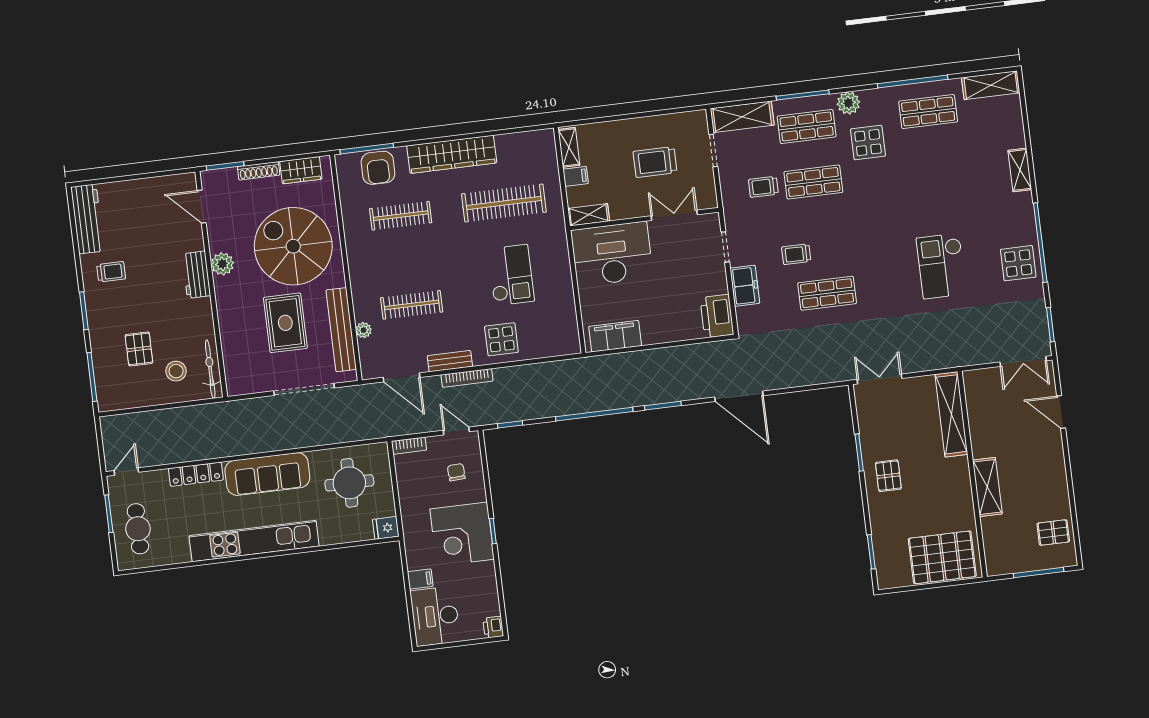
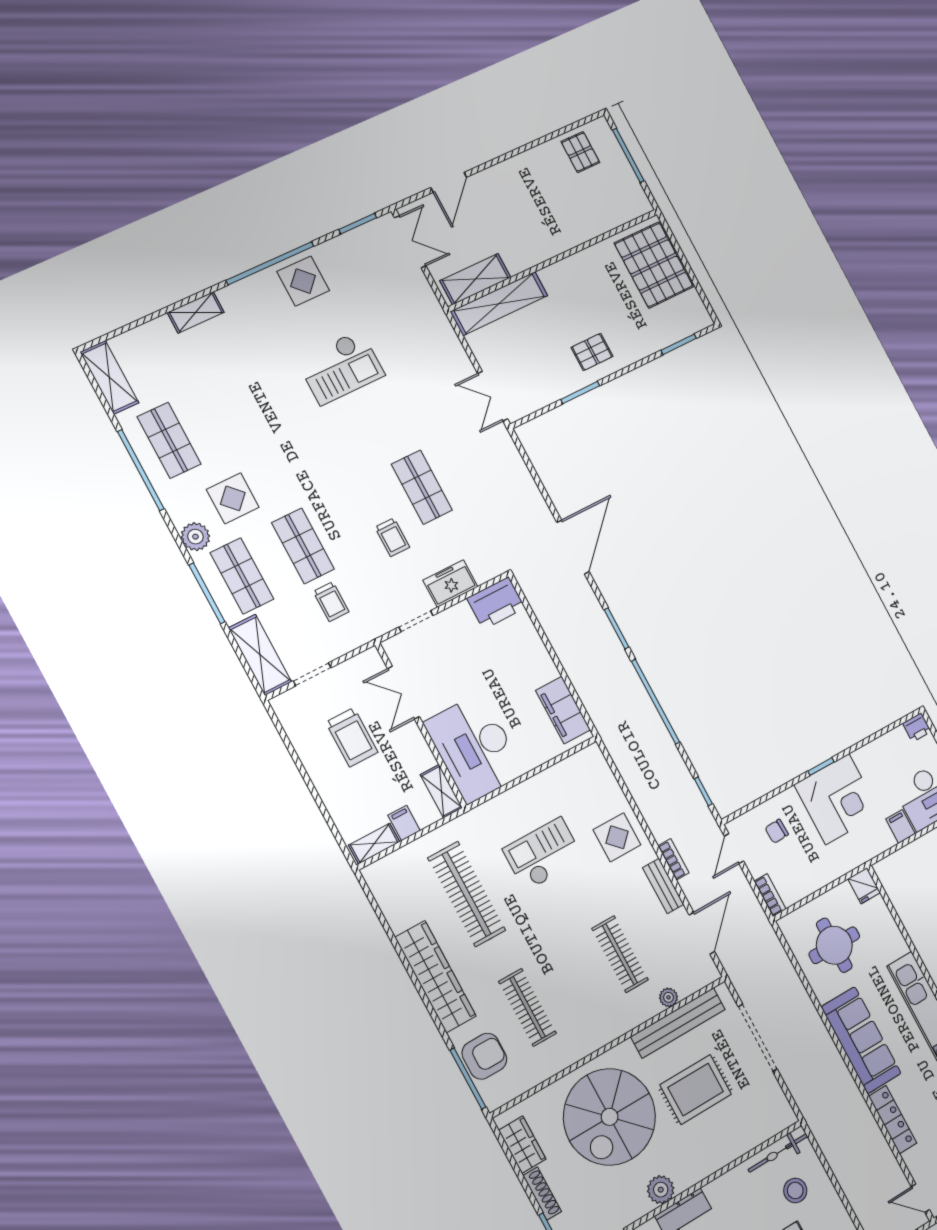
bookcase: (467, 378) -> (673, 859), width x0.64
shelving: (987, 487) -> (475, 279), moved

